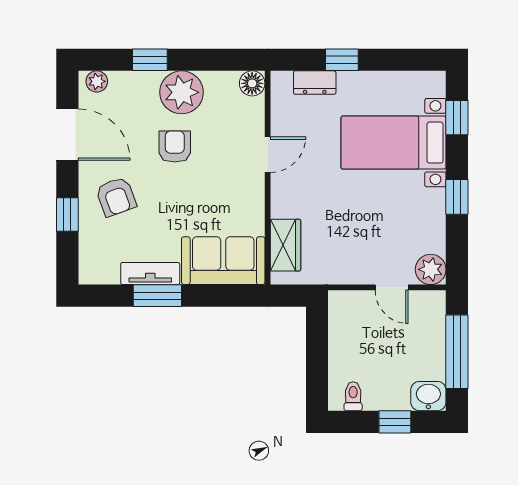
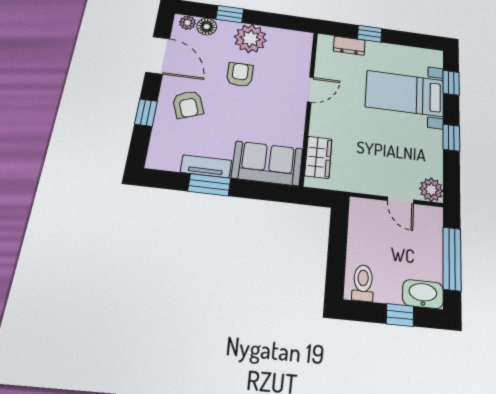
floor lamp: (252, 83) -> (207, 27), moved
toilet: (353, 396) -> (363, 283), width x1.37, depth x1.39
washbasin: (428, 396) -> (423, 294), width x1.38

